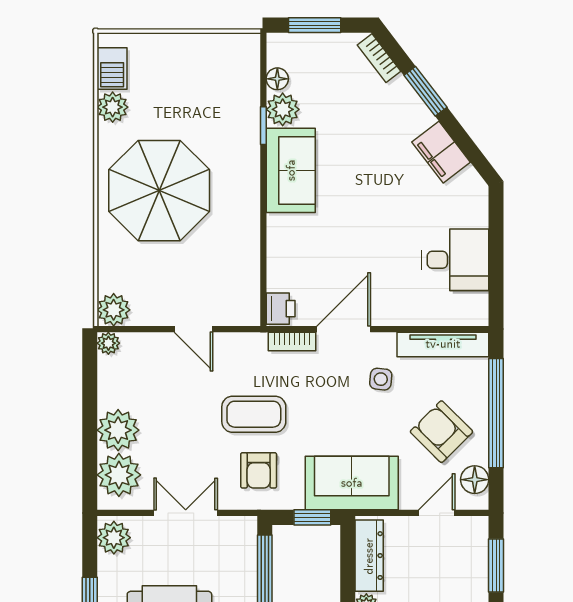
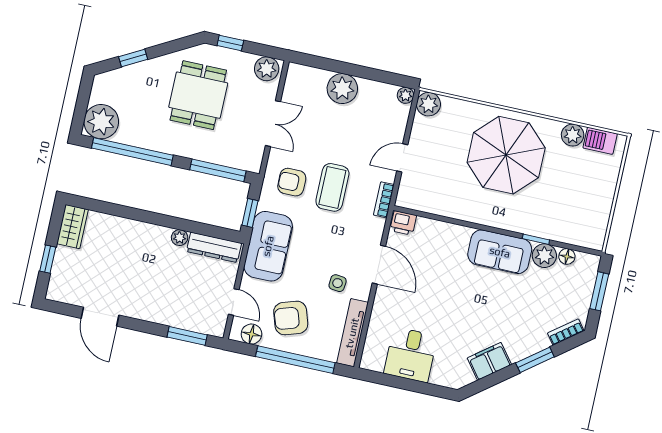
bookcase: (292, 342) -> (384, 200), moved
armchair: (441, 432) -> (291, 318), turned -153
plant: (119, 475) -> (310, 82), removed

